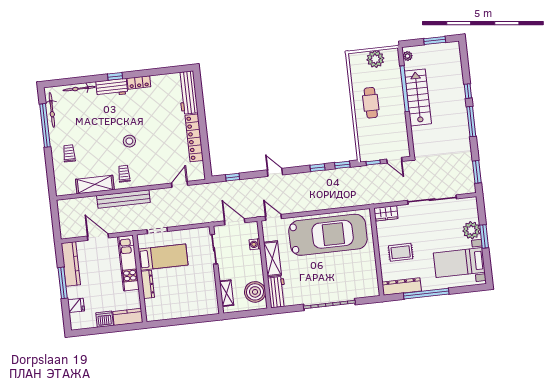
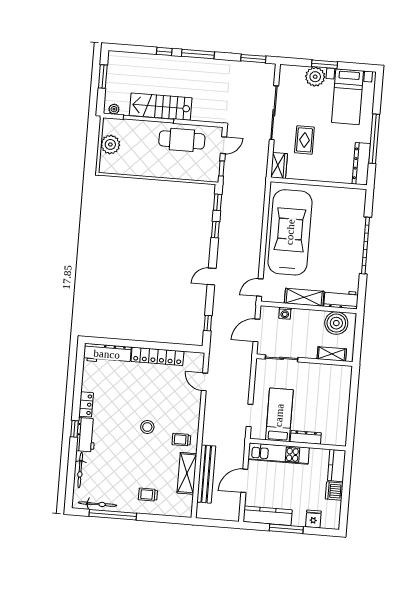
cafe table: (371, 103) -> (182, 140), moved, width x1.37, depth x1.35
bench: (123, 199) -> (206, 474), moved
rug: (401, 252) -> (304, 140), moved

